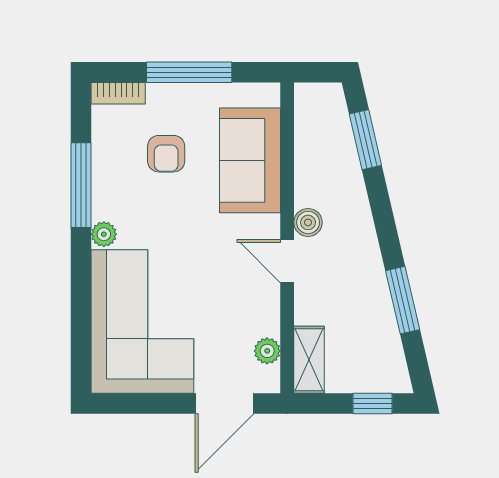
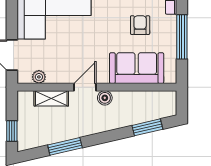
armchair: (166, 154) -> (140, 25), turned 90
shelving: (309, 360) -> (51, 98), moved

